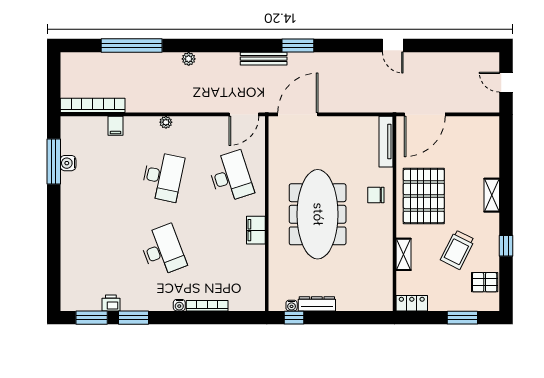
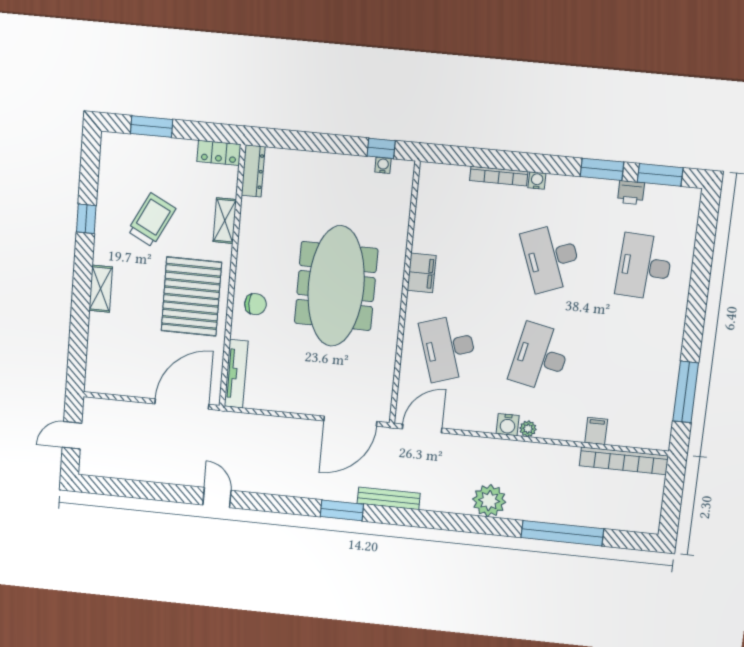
plant: (189, 59) -> (489, 501), width x1.88, depth x1.88
door: (506, 82) -> (72, 435), swing flipped
water cooler: (68, 163) -> (508, 425), moved, turned 90
desk: (95, 250) -> (644, 267), added
pallet: (485, 282) -> (118, 172), removed
dresser: (317, 304) -> (253, 171), moved, turned -90

